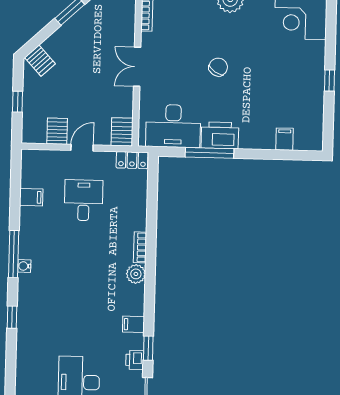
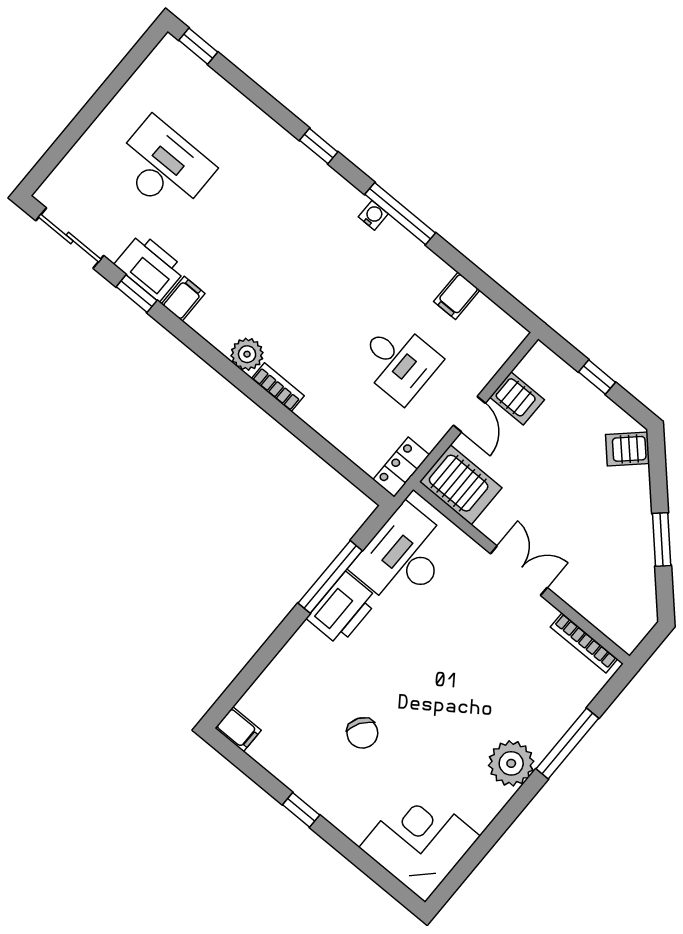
chair: (218, 67) -> (362, 733), moved
server rack: (122, 132) -> (461, 485), width x1.36, depth x1.44
filing cabinet: (285, 139) -> (238, 729), moved
printer: (135, 360) -> (150, 267), width x1.87, depth x1.48

